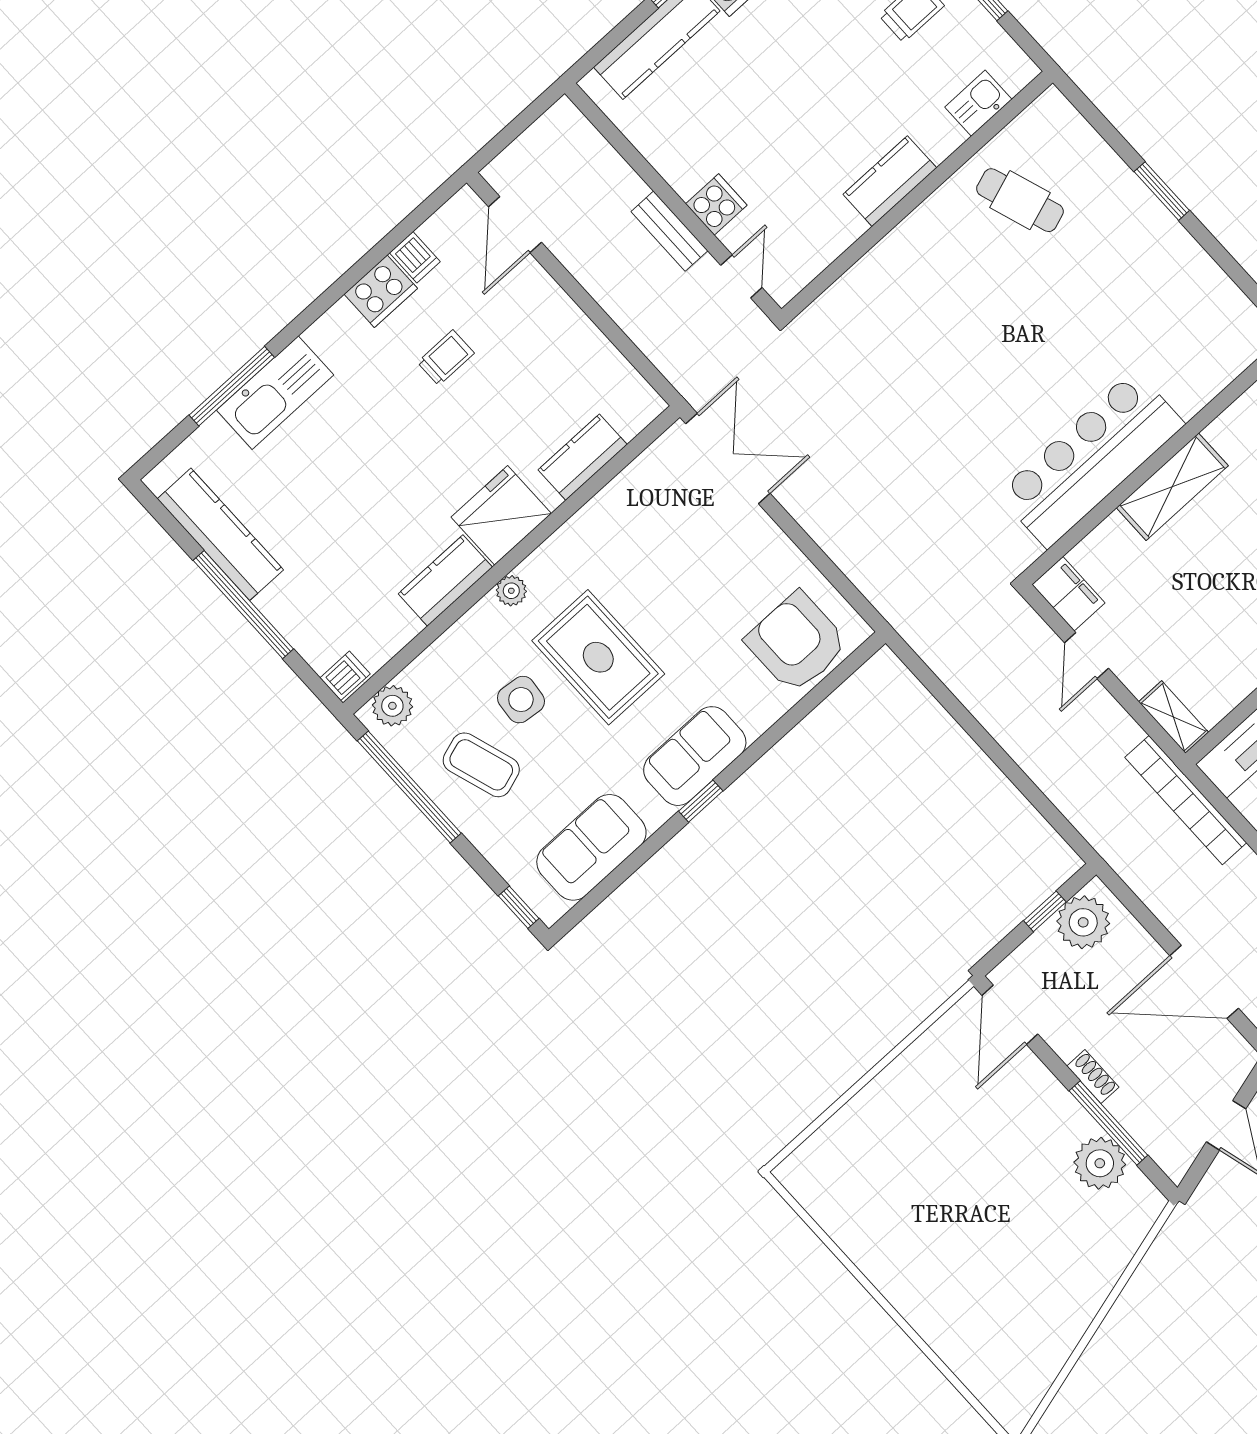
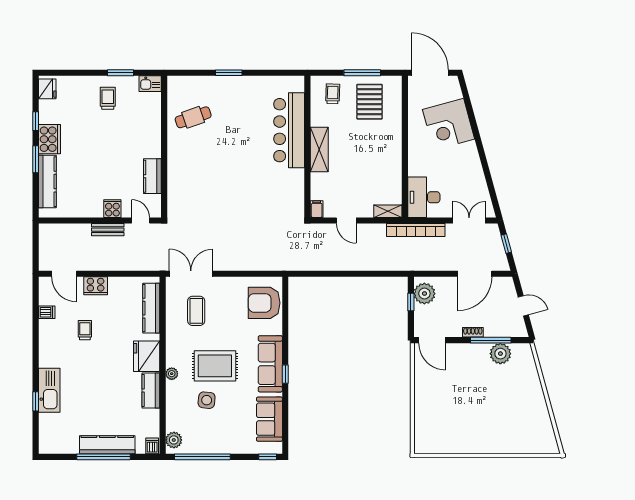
kitchen sink: (978, 103) -> (150, 84), moved, turned -90
kitchen counter: (890, 181) -> (152, 176), moved
cooker: (381, 291) -> (96, 286), moved, turned 90
window: (232, 386) -> (36, 401), width x0.46
kitchen counter: (583, 457) -> (151, 308), width x1.50
bar counter: (1091, 459) -> (289, 130), moved
kitchen counter: (220, 534) -> (107, 445), moved
filing cabinet: (1068, 594) -> (317, 209), width x0.50
sofa: (695, 756) -> (270, 364), width x1.36
coffee table: (481, 765) -> (196, 311), moved, turned -72

